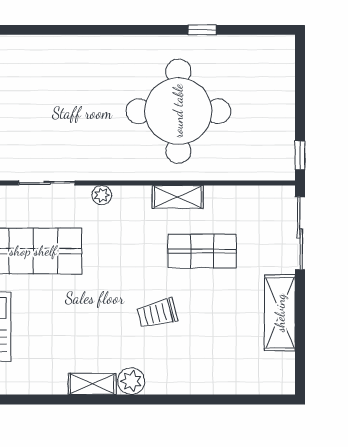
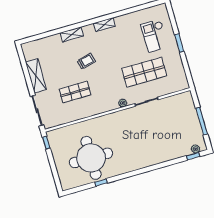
round table: (178, 111) -> (91, 158), moved
shelving: (178, 197) -> (72, 34), moved
plant: (131, 381) -> (89, 30), removed

